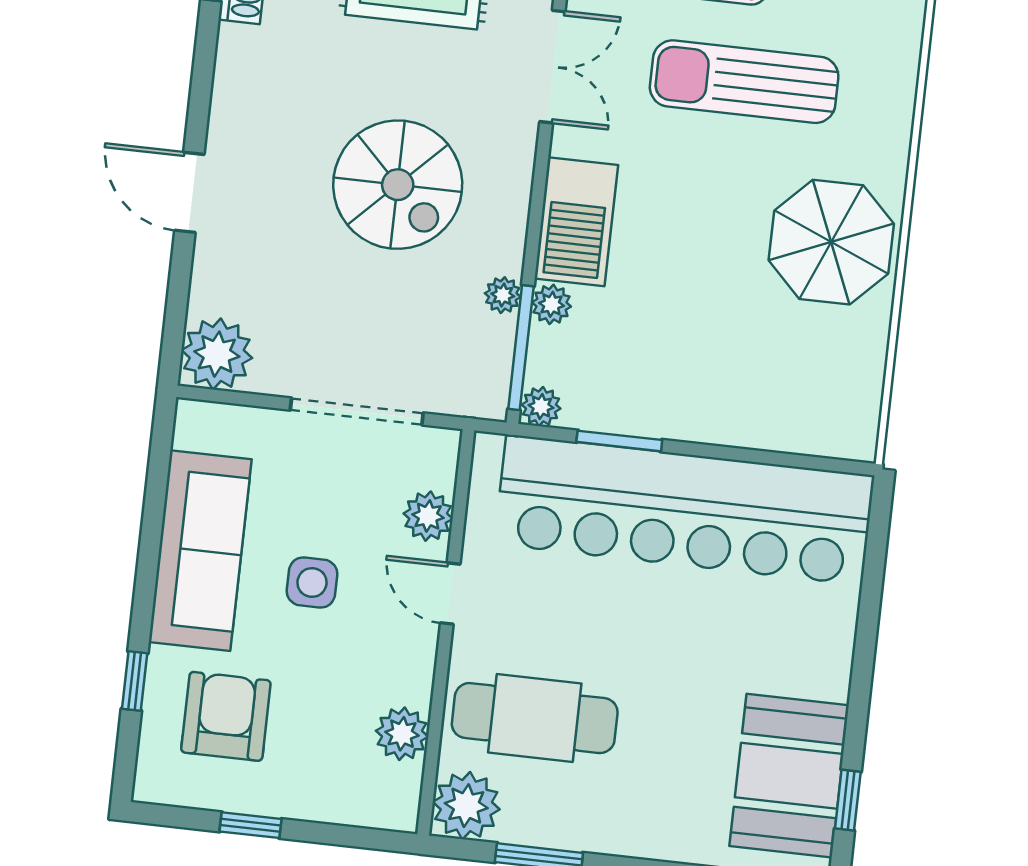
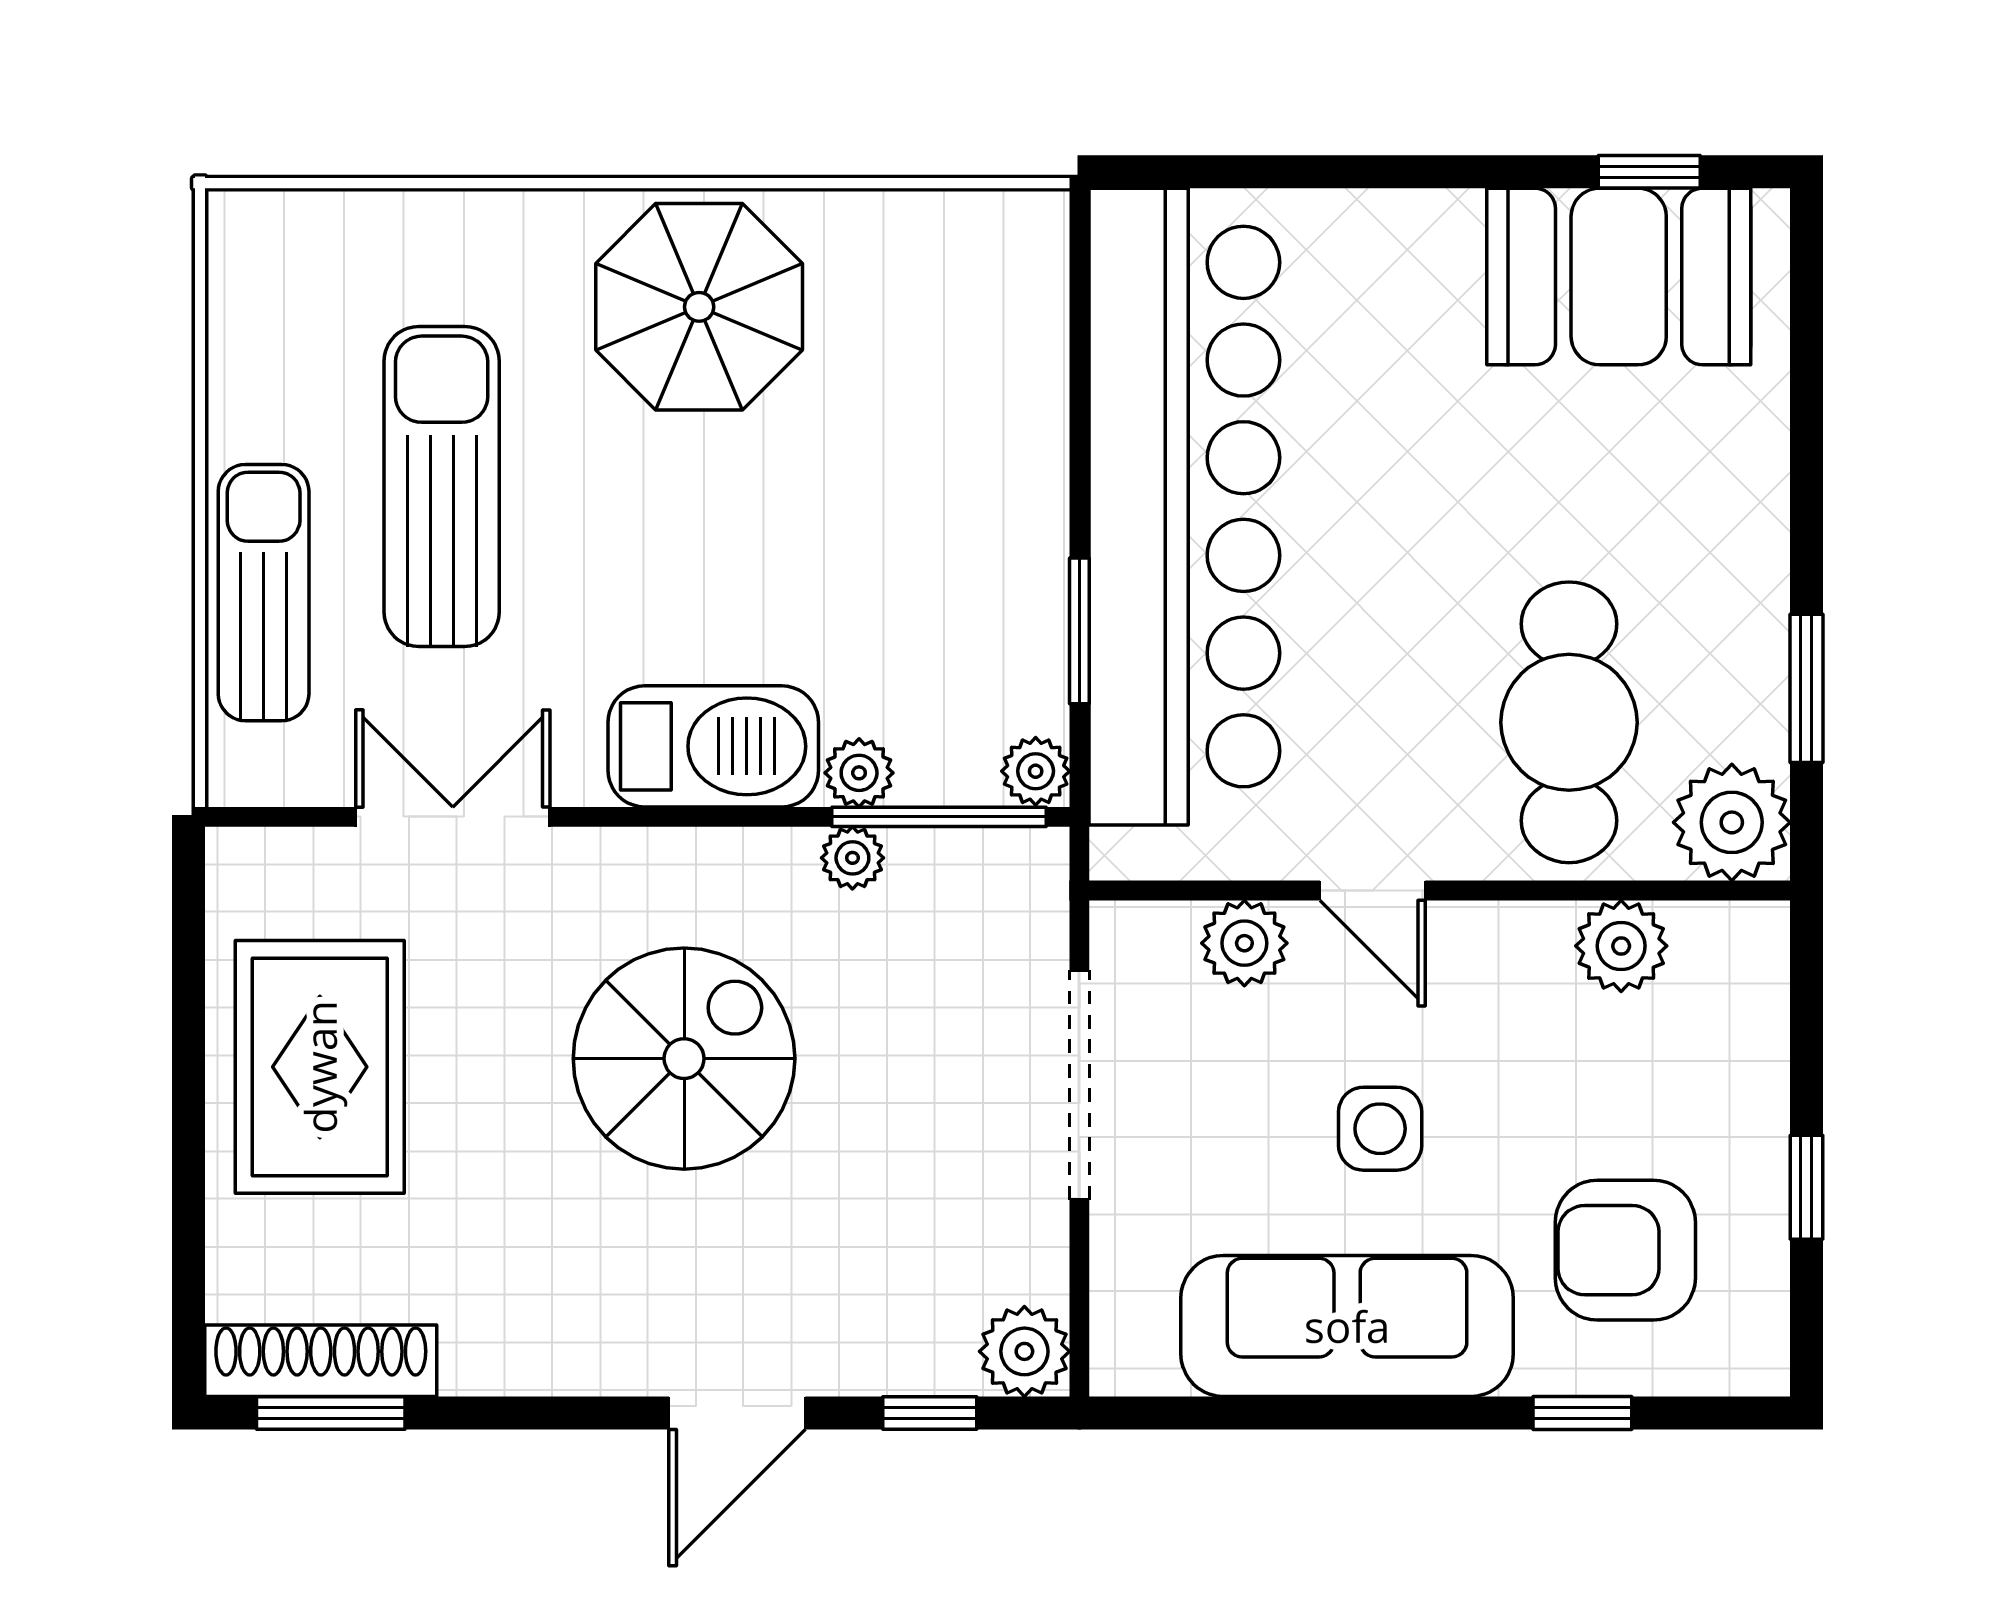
sun lounger: (744, 82) -> (442, 486), turned 180
window: (177, 304) -> (930, 1413), added
plant: (217, 354) -> (1024, 1351), width x0.73, depth x0.73
door: (450, 594) -> (1373, 891), hinge flipped

